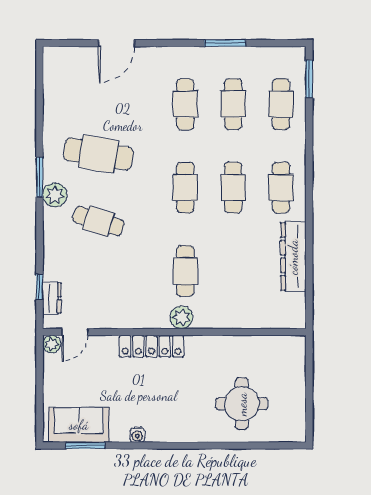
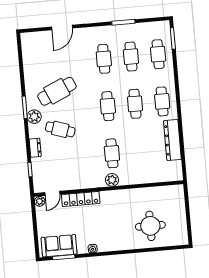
cafe table: (98, 154) -> (57, 91), turned -33
dresser: (52, 298) -> (35, 148), moved
locker: (152, 346) -> (81, 199), moved

